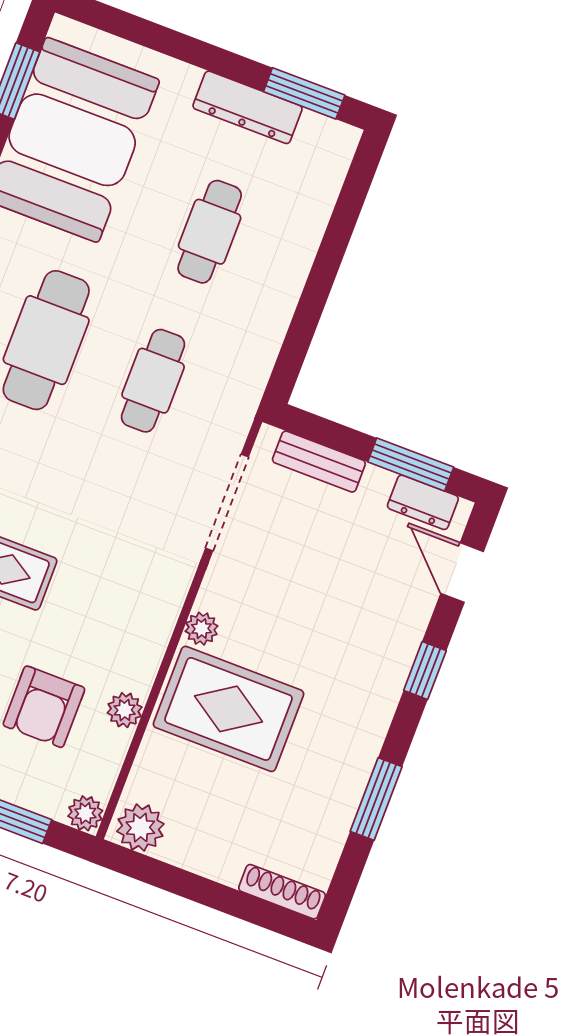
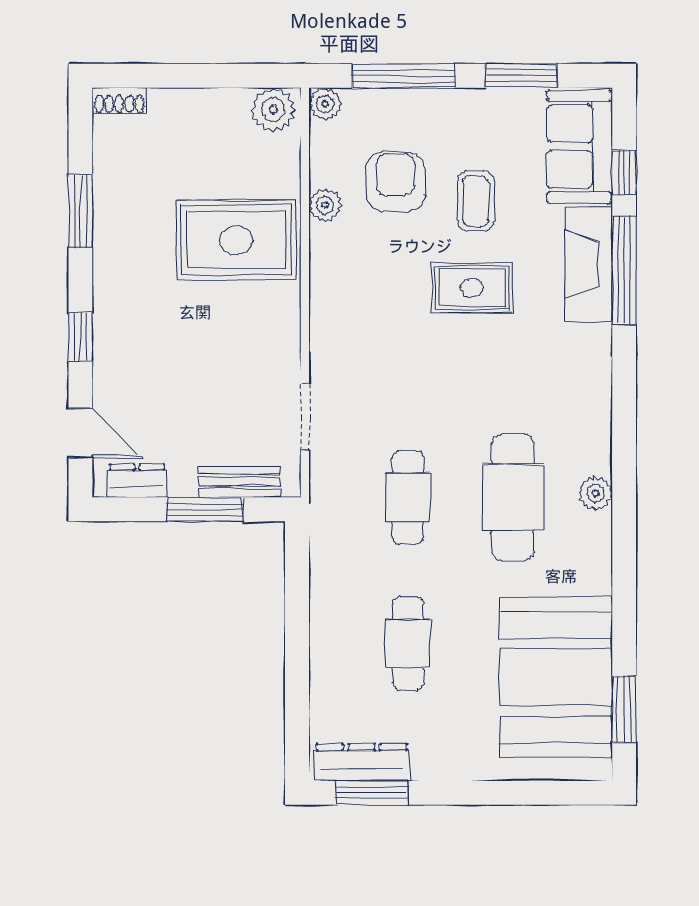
dresser: (248, 107) -> (362, 762), moved
window: (411, 464) -> (205, 509), moved
doorway: (227, 503) -> (305, 417), width x0.73
plant: (201, 629) -> (286, 300), removed
shoe rack: (282, 892) -> (119, 101), width x0.70

